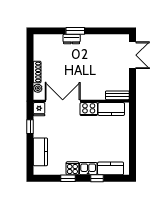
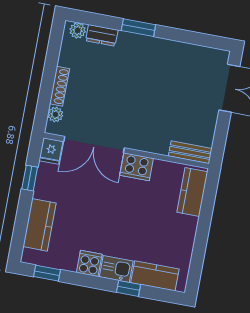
plant: (41, 39) -> (78, 30), added
dresser: (72, 39) -> (102, 35), moved
double door: (63, 101) -> (94, 145), swing flipped
kitchen counter: (111, 109) -> (192, 192), moved, turned 90
window: (68, 178) -> (47, 273), moved

